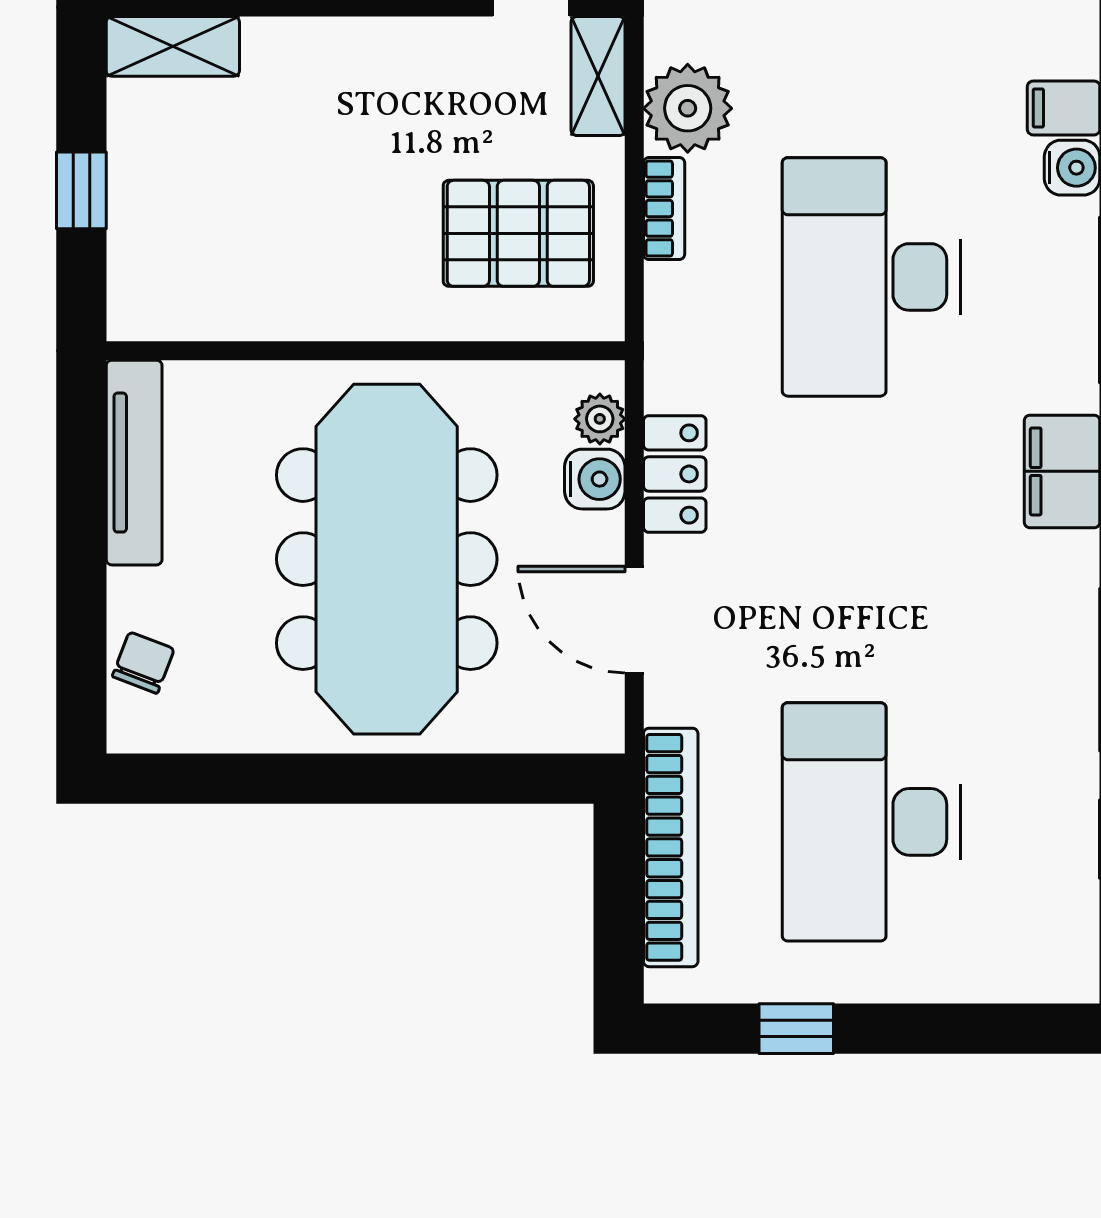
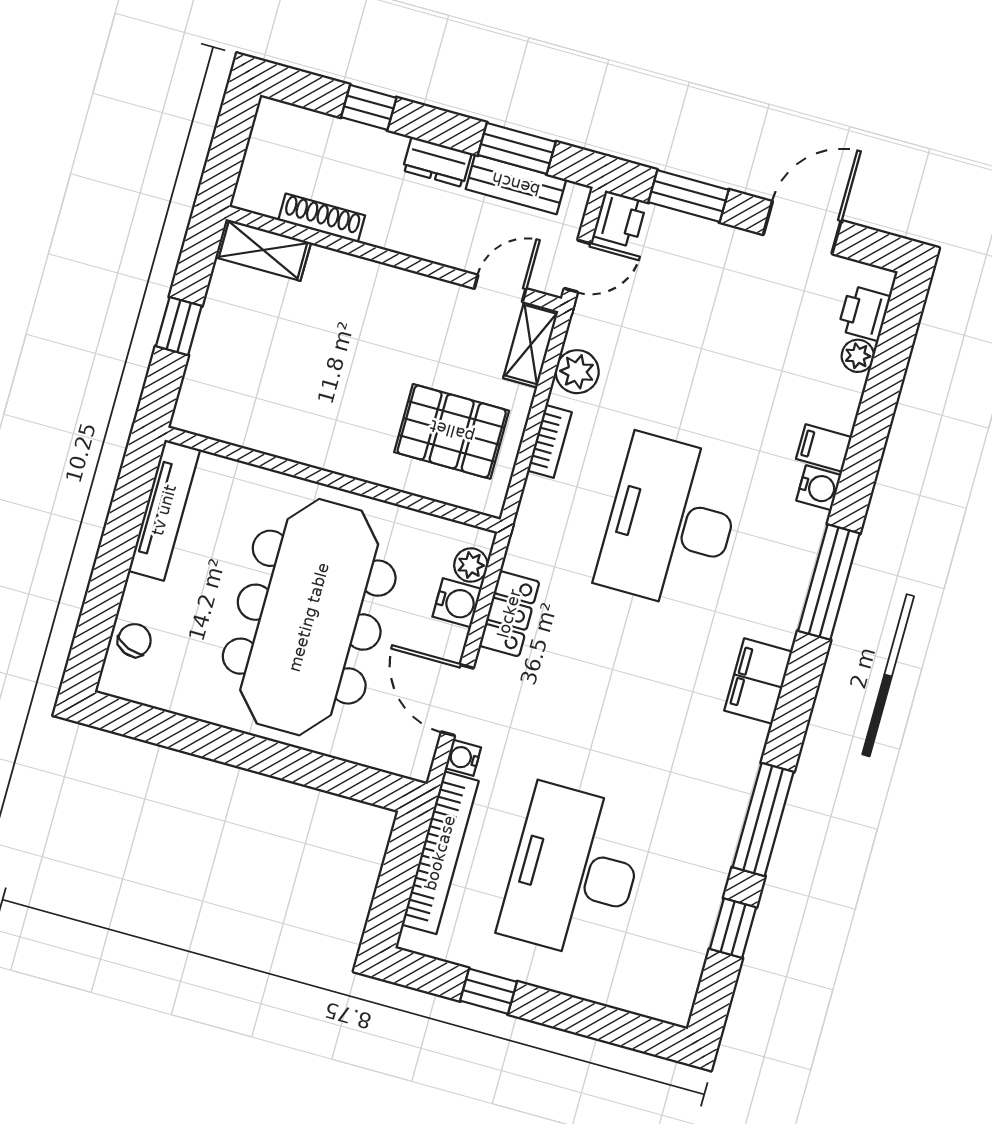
plant: (688, 108) -> (577, 372), width x0.73, depth x0.73
water cooler: (666, 701) -> (463, 758), added

